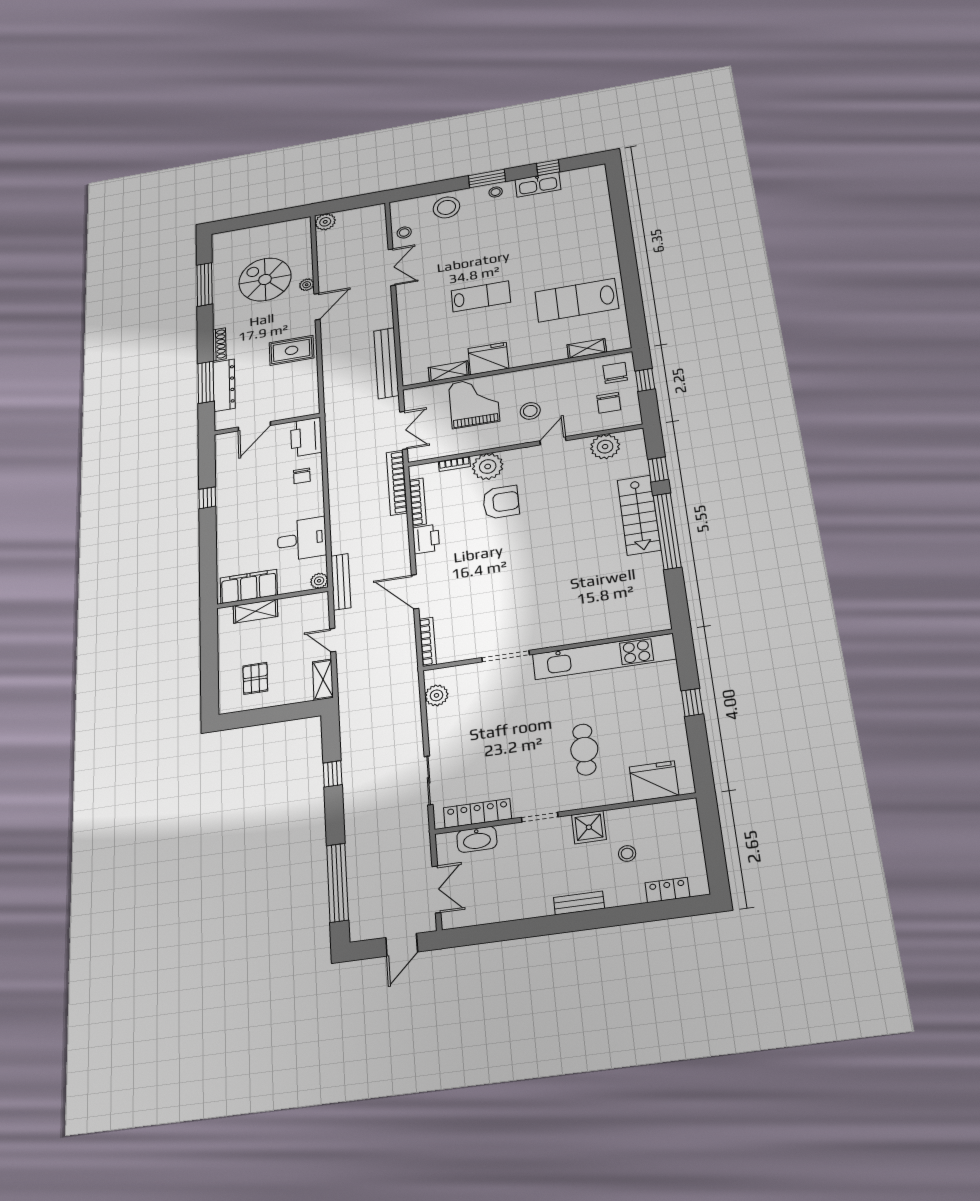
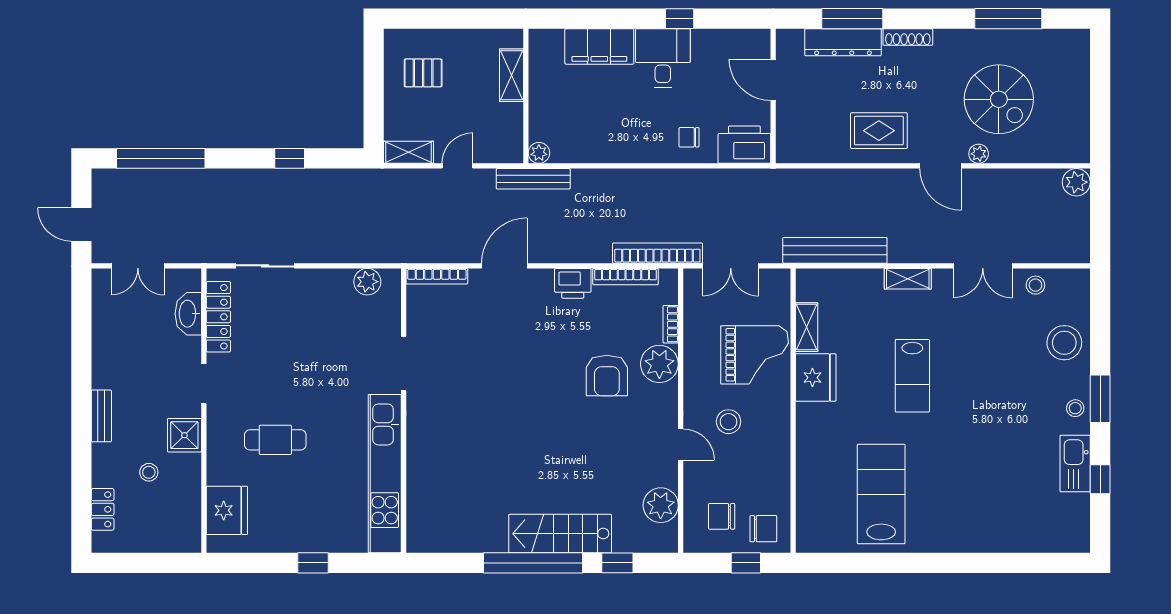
spiral stairs: (265, 279) -> (999, 99), turned 90
shelving: (587, 348) -> (908, 279), moved, turned 90
rug: (292, 350) -> (879, 131), turned 90
desk: (302, 539) -> (663, 58), moved, turned 180
filing cabinet: (249, 586) -> (599, 46), moved, turned 90

